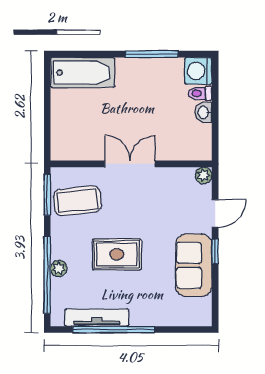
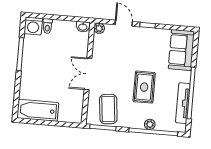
bathtub: (83, 72) -> (38, 110), moved, turned -90
washbasin: (204, 112) -> (83, 27), moved
sofa: (194, 265) -> (181, 50), moved, turned 90

